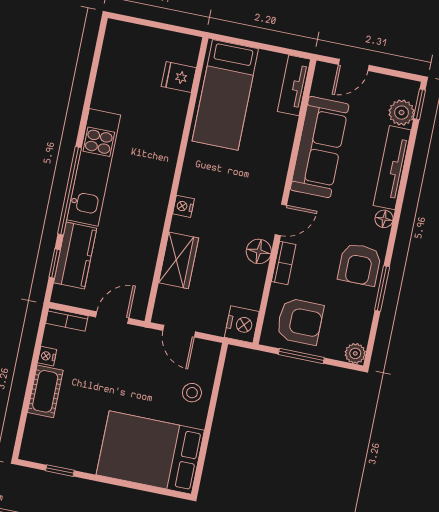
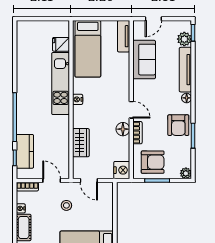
sofa: (320, 147) -> (144, 60), width x0.73
kitchen unit: (94, 167) -> (61, 84), moved, turned 180
nightstand: (183, 206) -> (78, 99), moved
door: (281, 220) -> (131, 110), hinge flipped
door: (112, 318) -> (52, 181), hinge flipped
stool: (192, 393) -> (66, 205), moved

